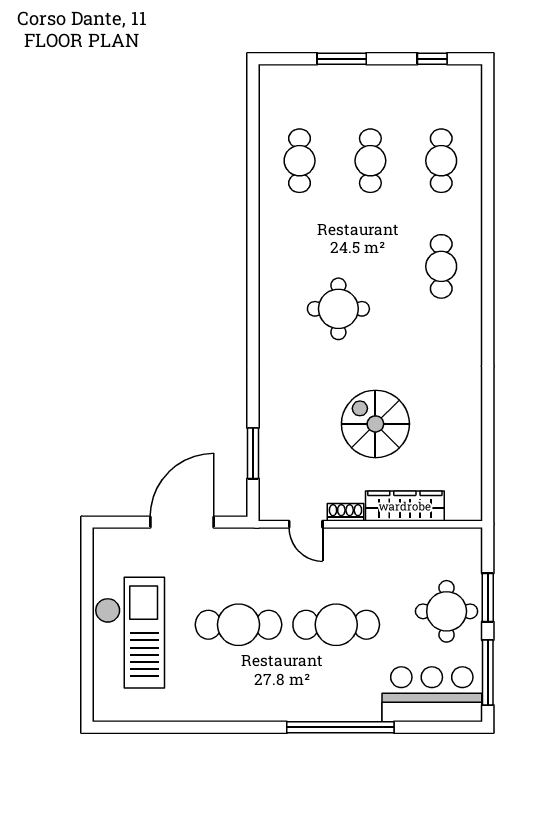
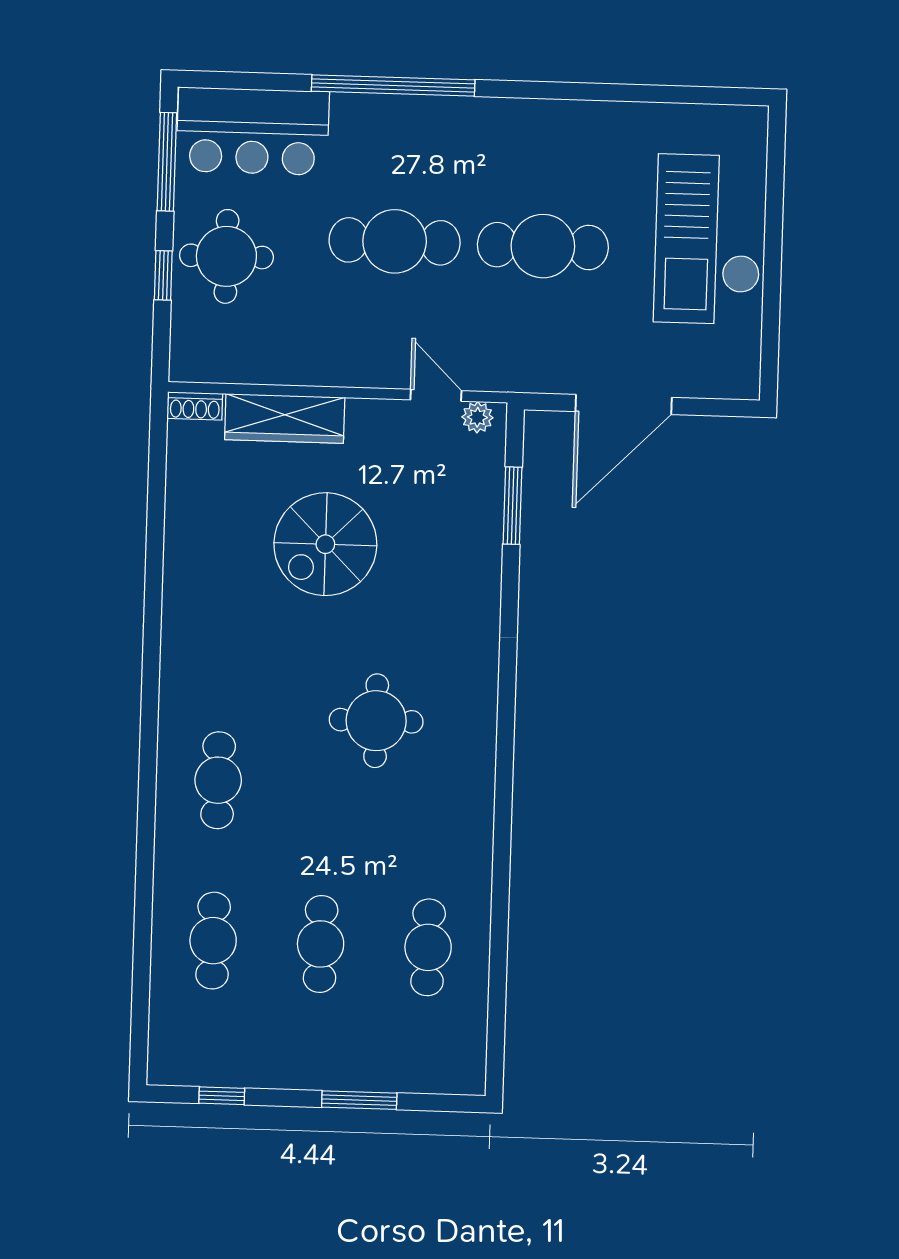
spiral stairs: (375, 424) -> (325, 544), turned 90
plant: (278, 511) -> (477, 417), added
shoe rack: (345, 512) -> (195, 406), moved
window: (488, 598) -> (163, 275), width x0.67

